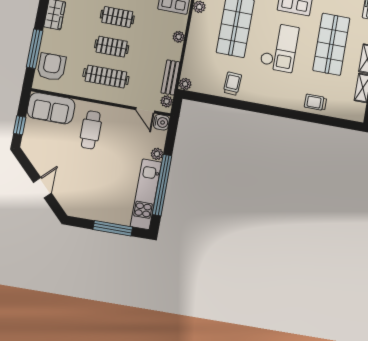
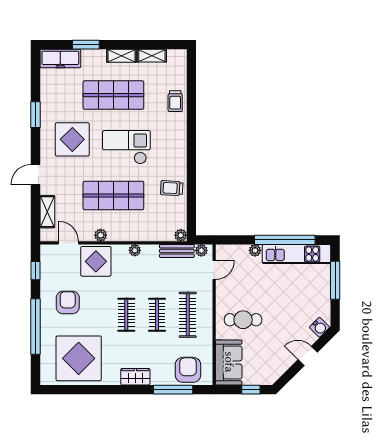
armchair: (52, 67) -> (188, 370), turned 90
water cooler: (161, 122) -> (319, 327), moved, turned 135

